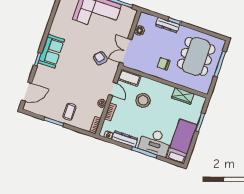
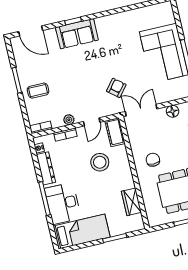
sofa: (51, 51) -> (77, 34), moved

